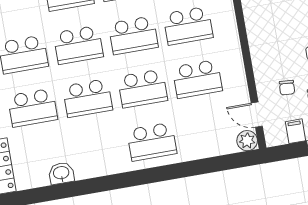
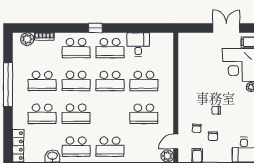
school desk: (142, 89) -> (76, 147), moved
door: (257, 115) -> (176, 141), hinge flipped

